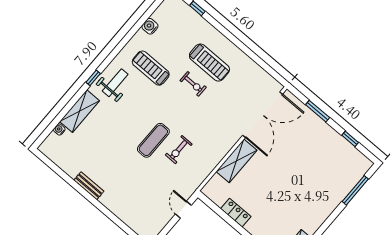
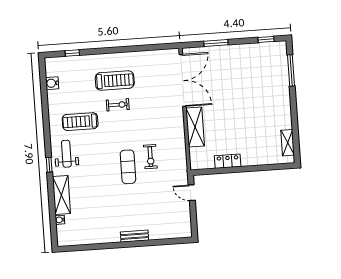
water cooler: (150, 26) -> (52, 83), moved
window: (350, 139) -> (266, 39), moved
bench: (89, 186) -> (134, 236), moved

